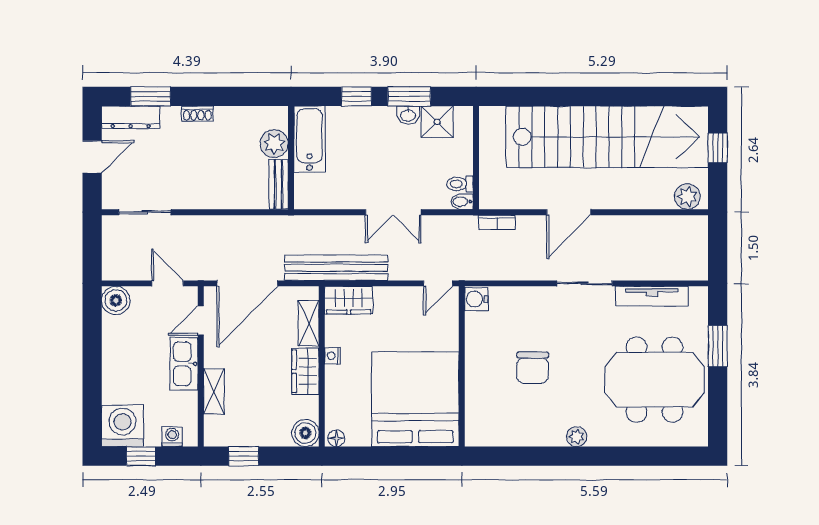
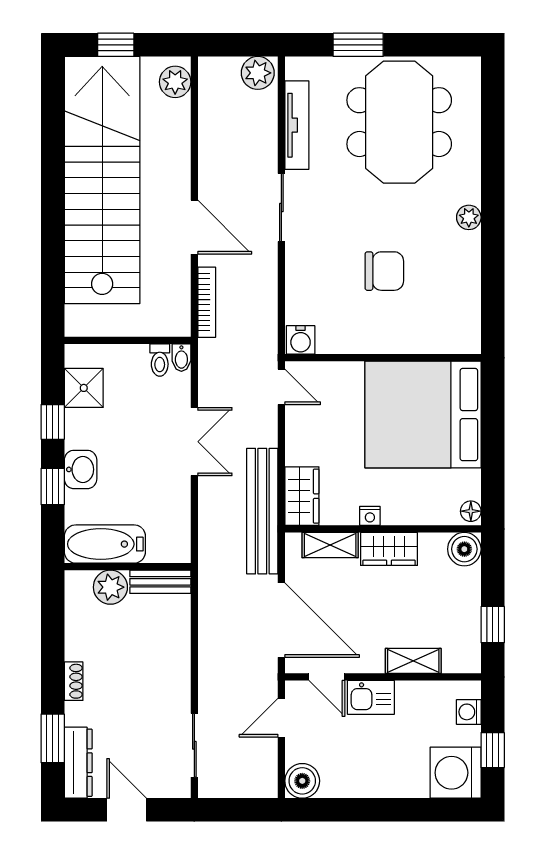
window: (409, 96) -> (53, 422), width x0.67
washbasin: (408, 115) -> (81, 469), moved, width x1.38, depth x1.45
bookcase: (497, 222) -> (207, 302), width x1.56
plant: (695, 264) -> (258, 73), added
kitchen sink: (184, 364) -> (371, 697), width x0.73

